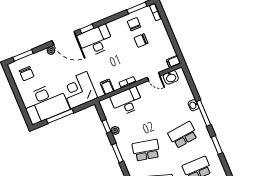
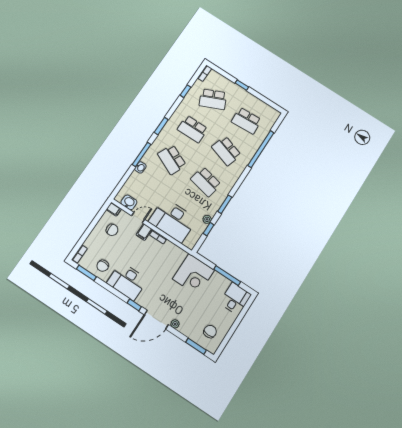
door: (64, 38) -> (156, 320), swing flipped
desk: (96, 41) -> (127, 281), moved
chair: (141, 41) -> (112, 230), moved
door: (154, 77) -> (138, 218), hinge flipped
filing cabinet: (107, 87) -> (144, 232), moved
desk: (127, 101) -> (173, 220), width x1.36, depth x1.30
desk: (45, 103) -> (235, 299), width x0.53, depth x0.77
school desk: (183, 135) -> (172, 160), turned 30

